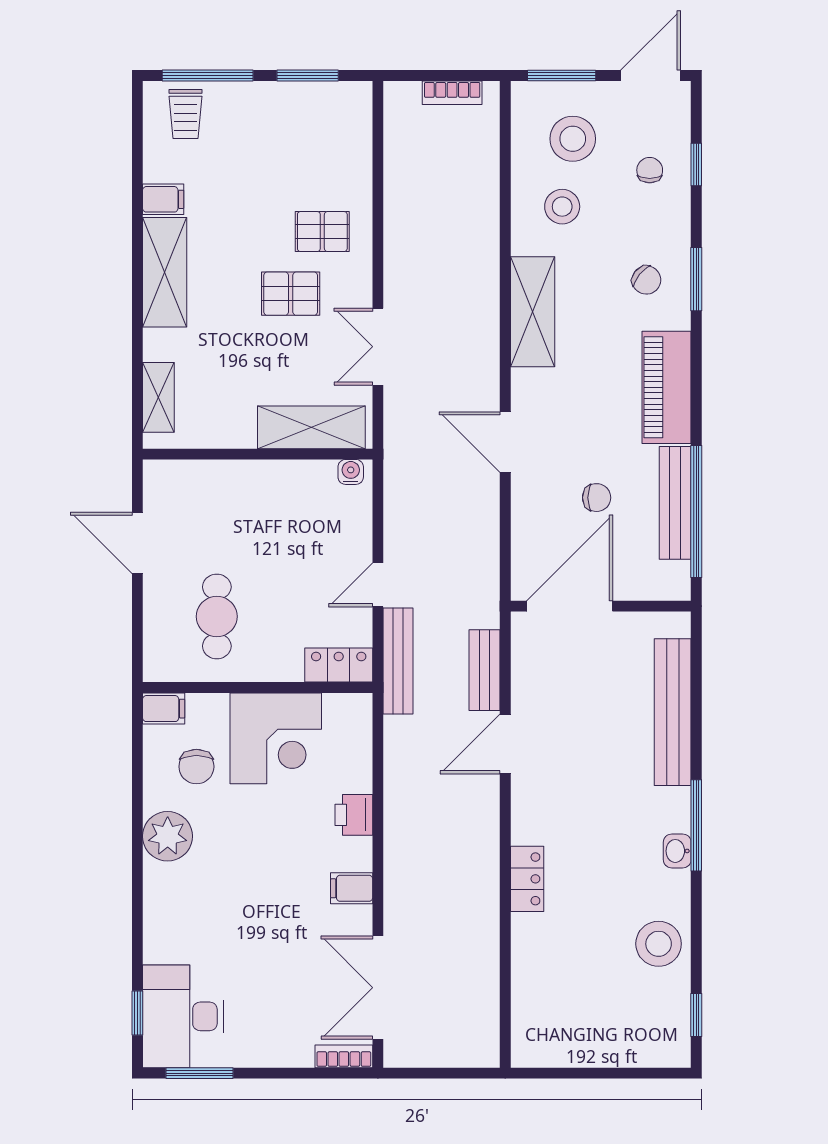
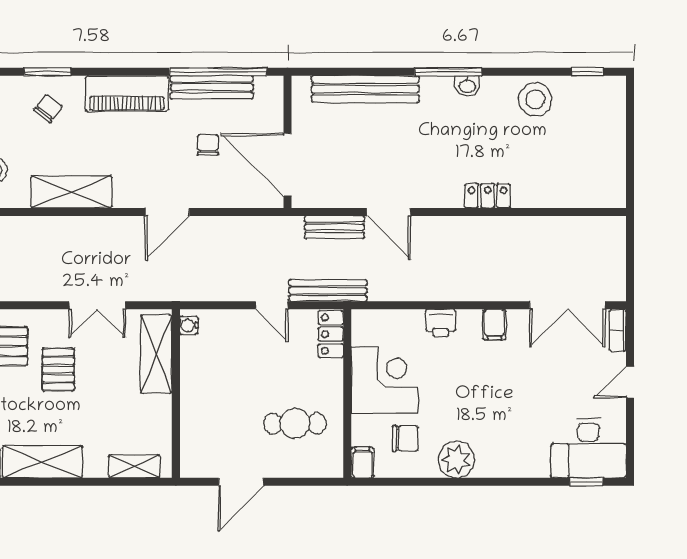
window: (199, 1073) -> (630, 436), removed
door: (273, 1073) -> (630, 382), added

